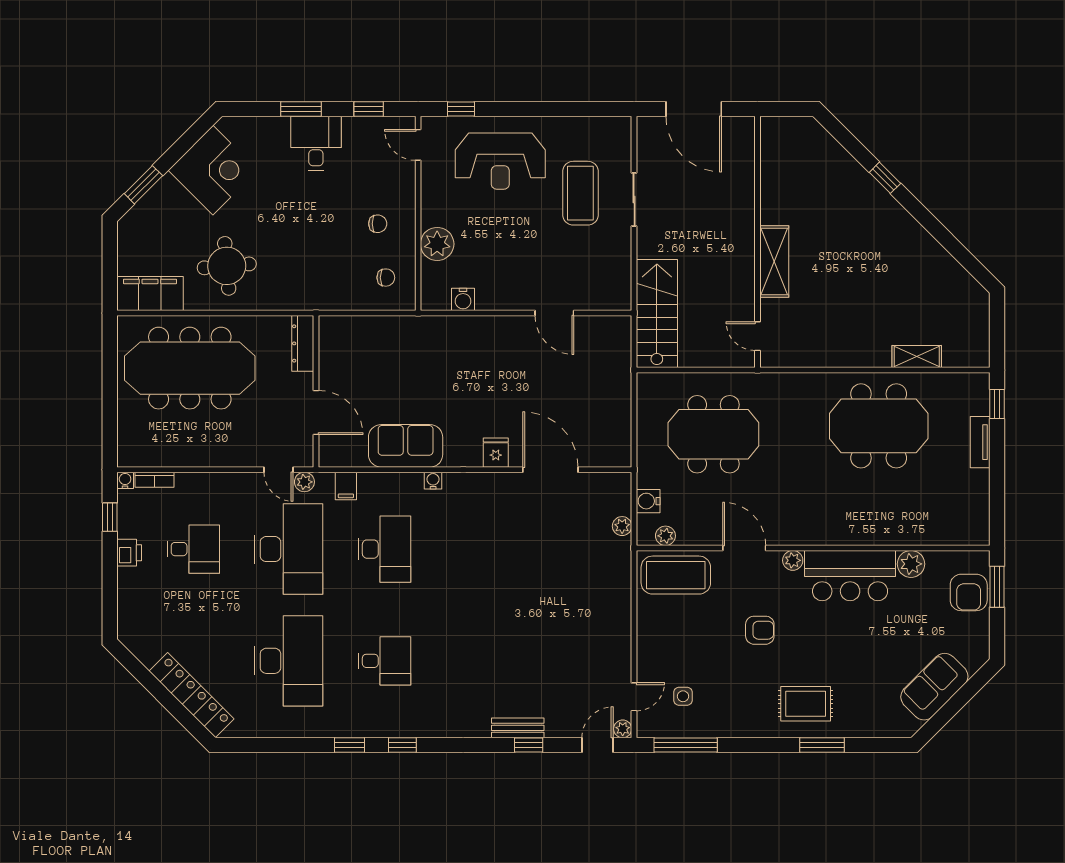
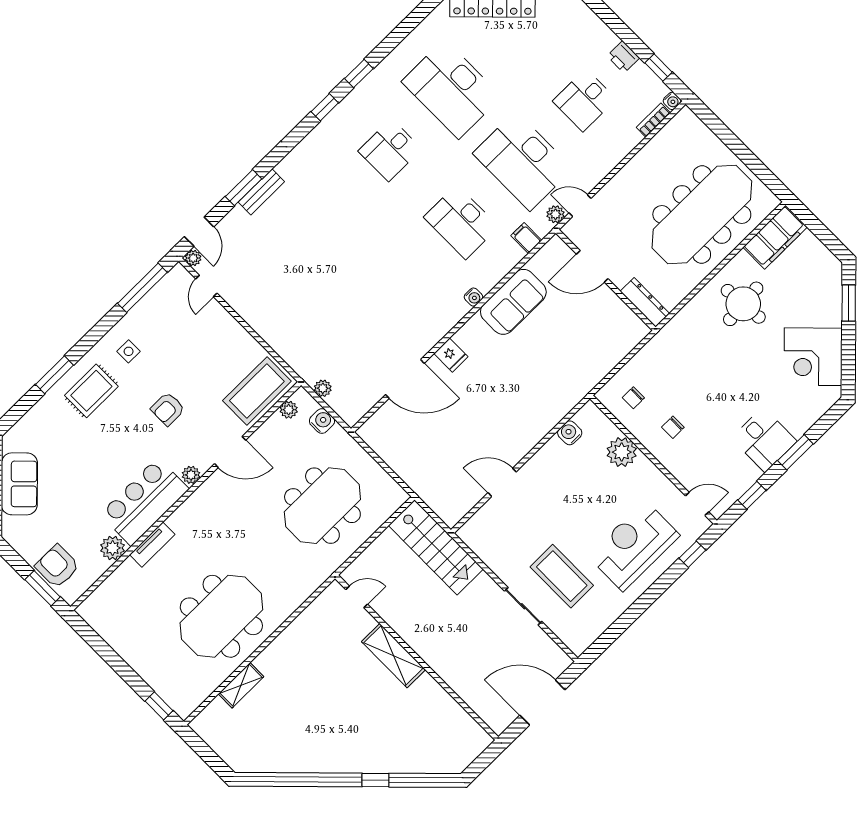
tv unit: (980, 442) -> (152, 545), moved, turned 90
side table: (683, 696) -> (129, 351), moved
window: (529, 745) -> (244, 188), width x1.50

